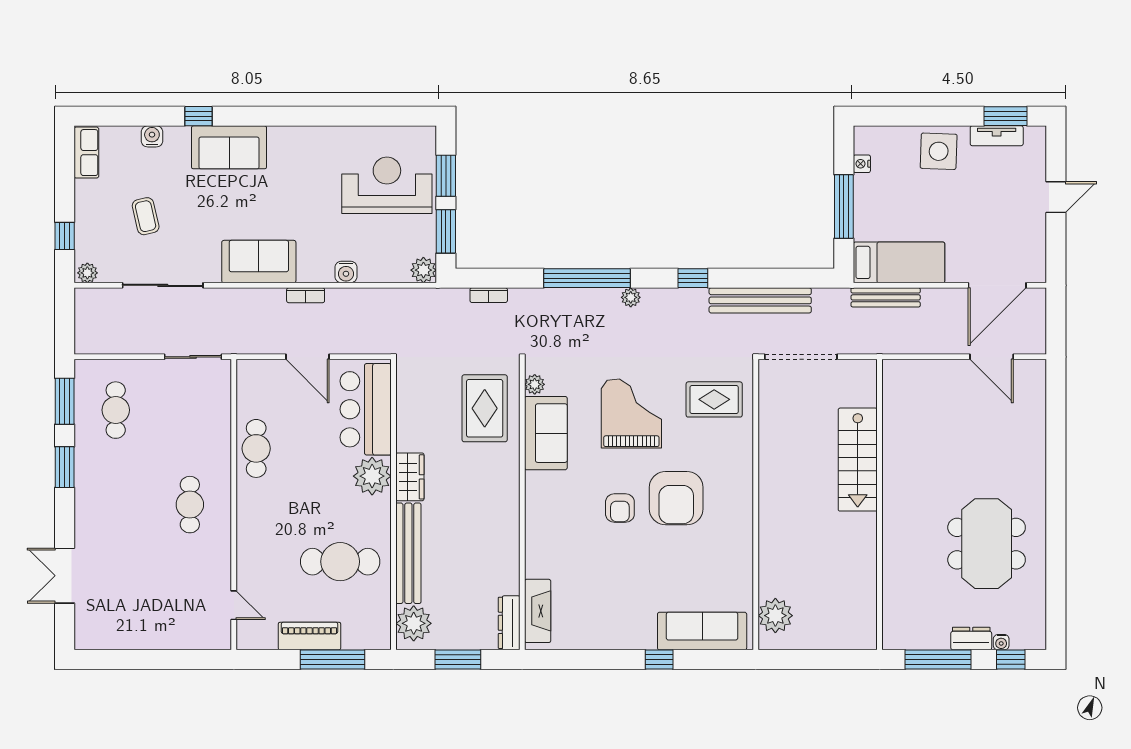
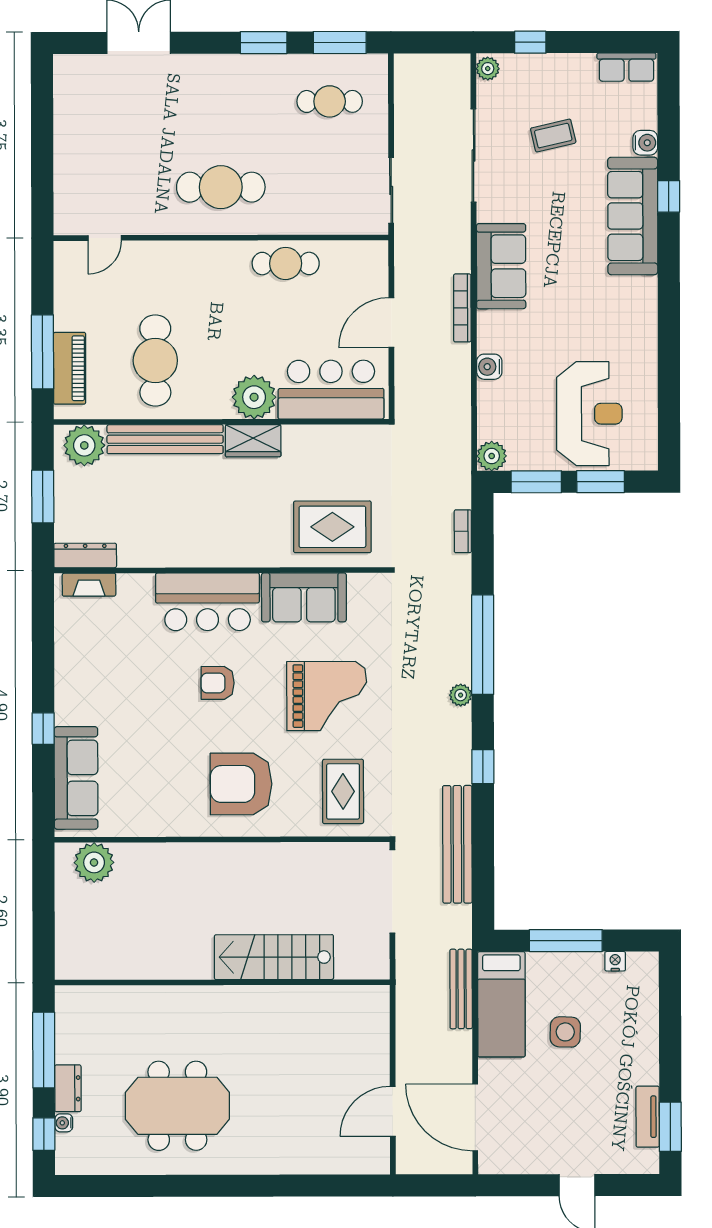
sofa: (229, 147) -> (633, 216), width x1.36
side table: (939, 151) -> (565, 1032), moved, width x0.73, depth x0.73
bookcase: (306, 295) -> (462, 308), width x1.56
plant: (535, 384) -> (360, 584), removed
armchair: (676, 498) -> (241, 784), moved
cafe table: (190, 505) -> (221, 187), width x1.37, depth x1.35
bar counter: (549, 517) -> (207, 602), added
fireplace: (538, 611) -> (89, 585), width x0.73, depth x0.76
piano: (309, 636) -> (70, 368), moved

